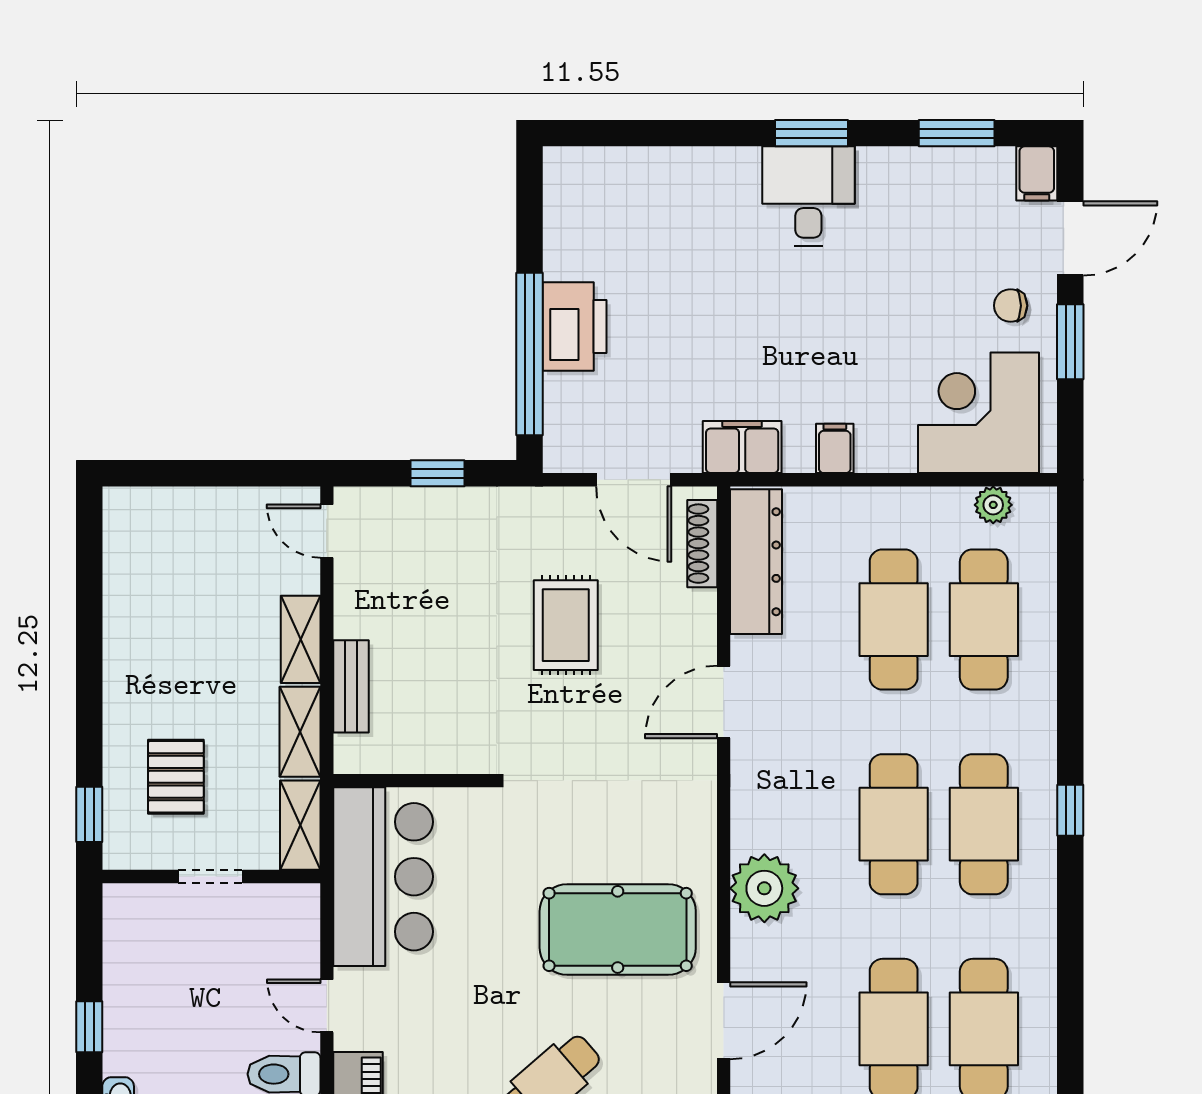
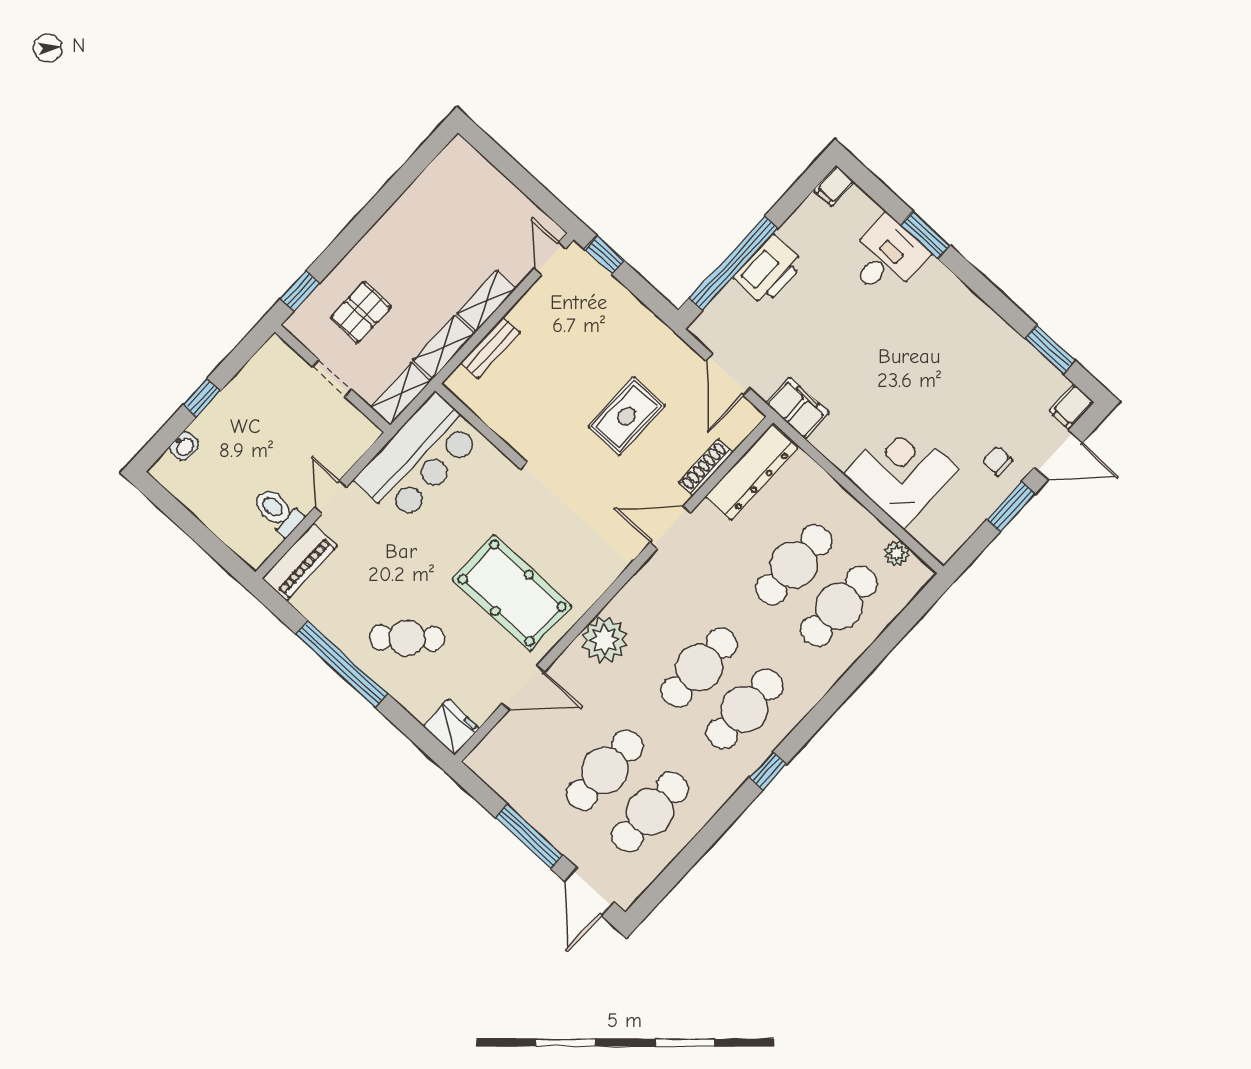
window: (811, 133) -> (925, 235), moved
desk: (808, 196) -> (886, 257), moved
corner desk: (979, 413) -> (901, 472), moved
filing cabinet: (835, 448) -> (834, 186), moved, turned 180
window: (437, 473) -> (604, 255), moved
shoe rack: (702, 544) -> (706, 468), moved
window: (1070, 810) -> (768, 771), moved

